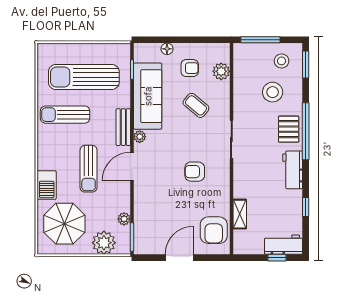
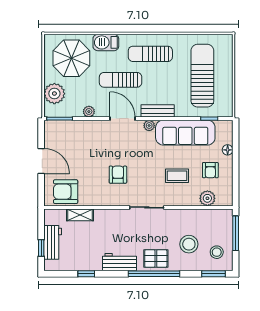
coffee table: (196, 105) -> (177, 176), turned 50
sun lounger: (65, 115) -> (150, 54), moved, turned -90
plant: (124, 219) -> (89, 112), moved
workbench: (283, 245) -> (53, 242), moved

